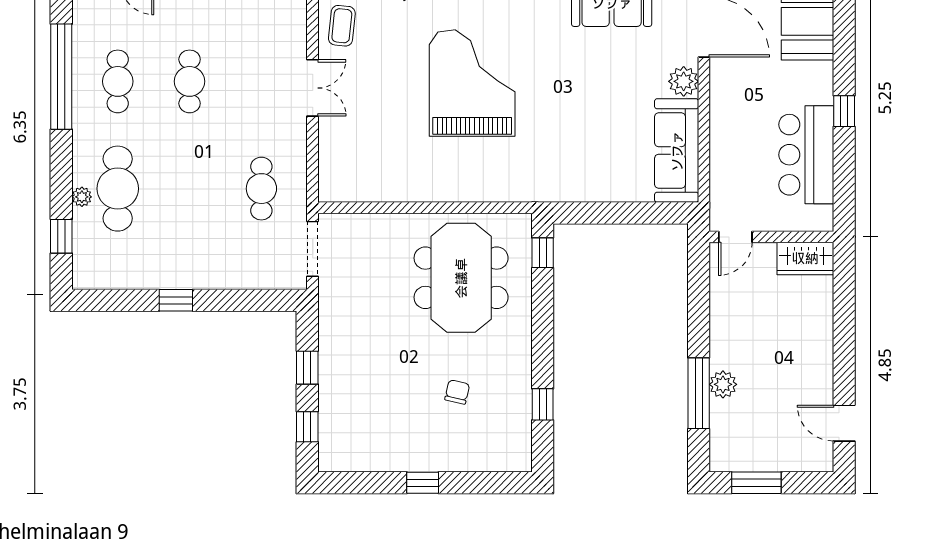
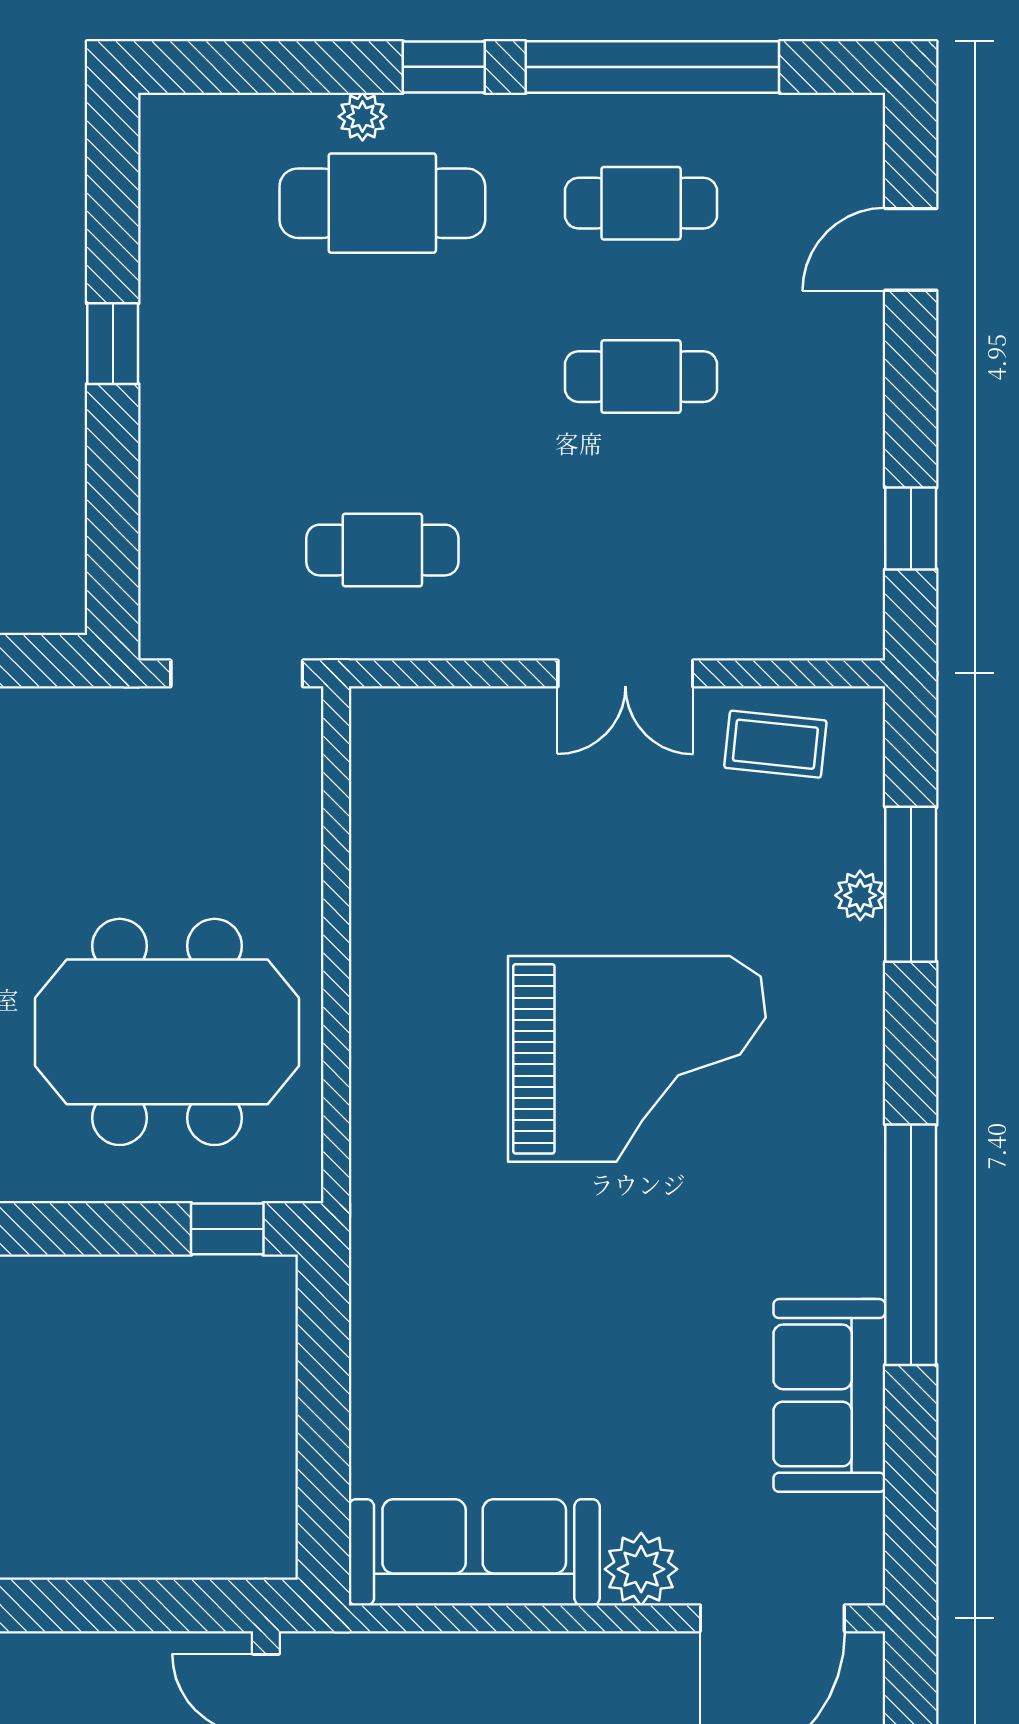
window: (61, 236) -> (444, 67), moved

